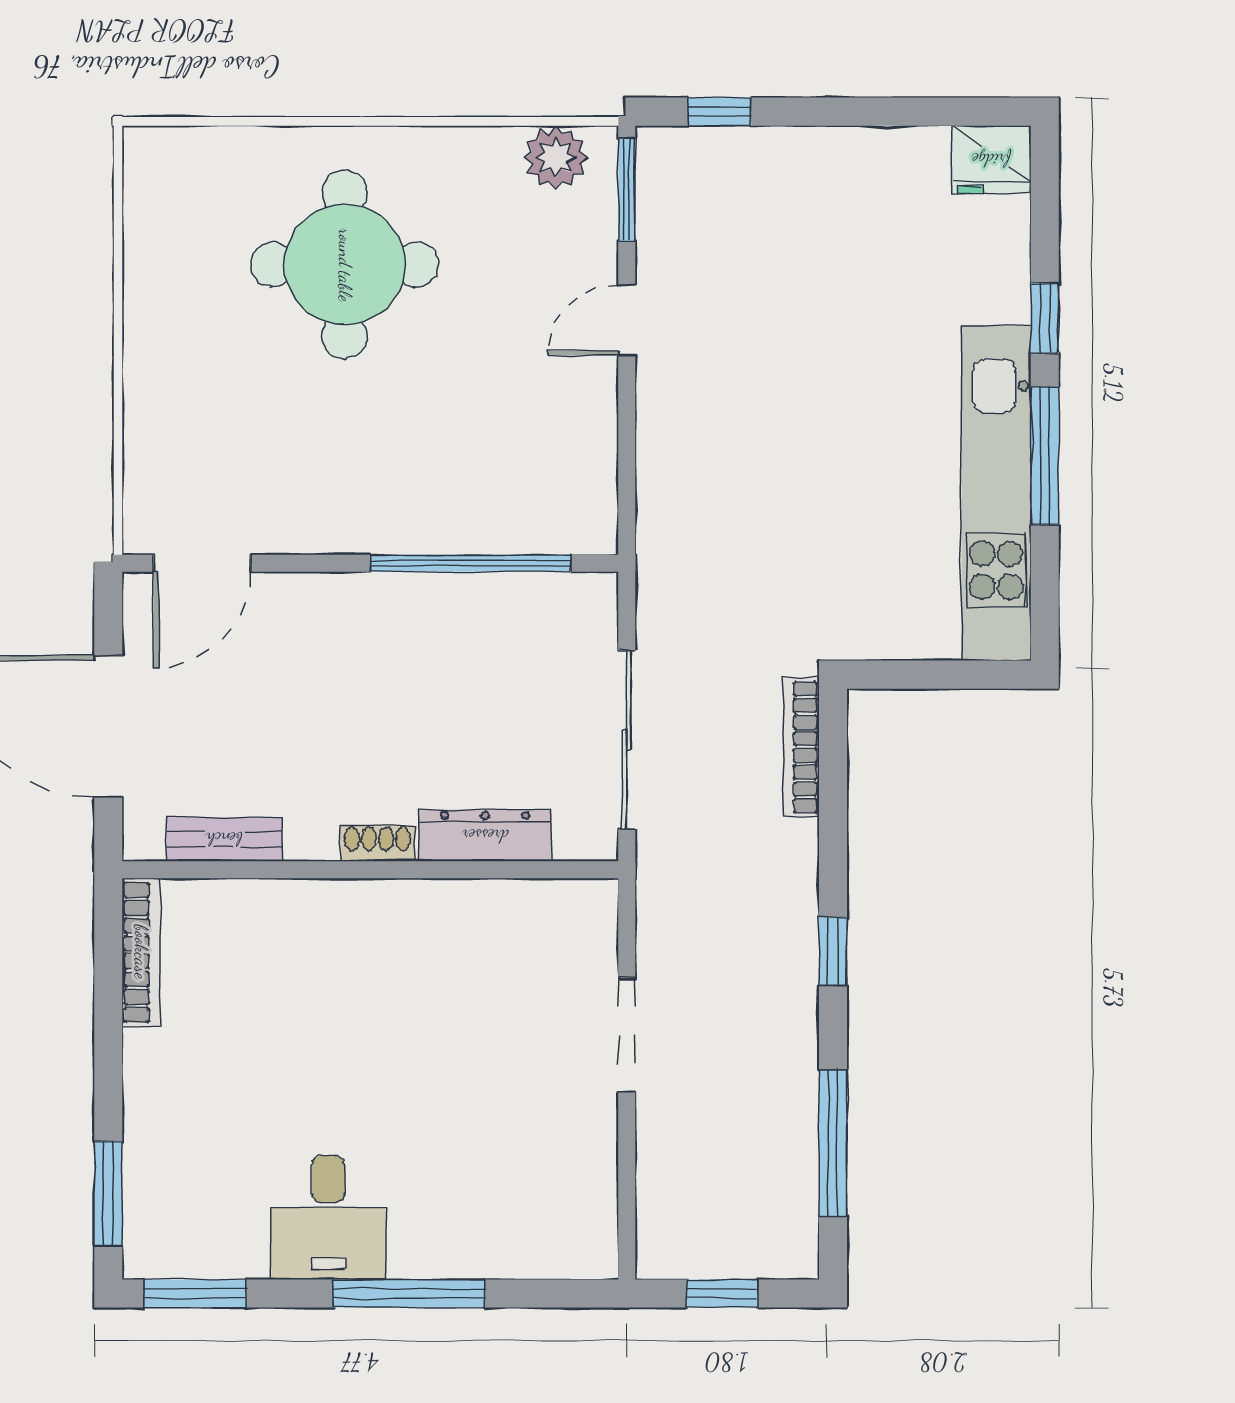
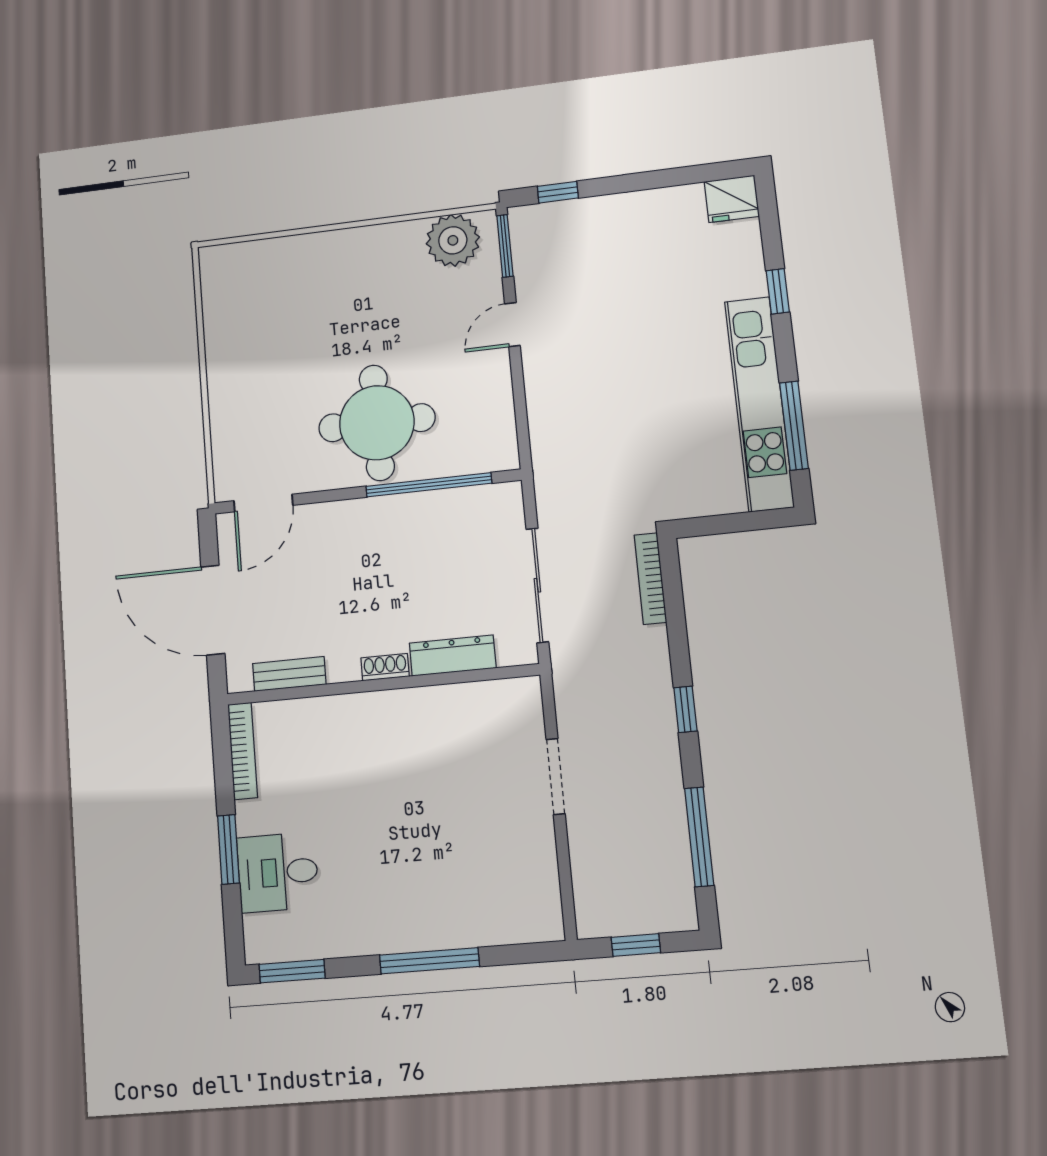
plant: (556, 158) -> (453, 240), width x1.36, depth x1.36
round table: (345, 265) -> (377, 423), moved
window: (1045, 456) -> (794, 426), moved
window: (108, 1193) -> (228, 849), moved
desk: (328, 1218) -> (278, 872), moved, turned 90

